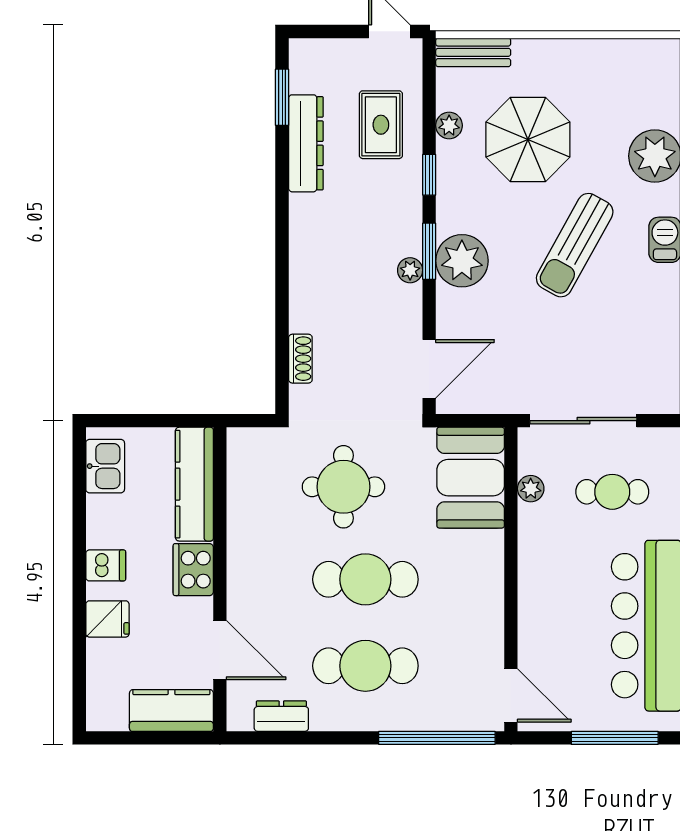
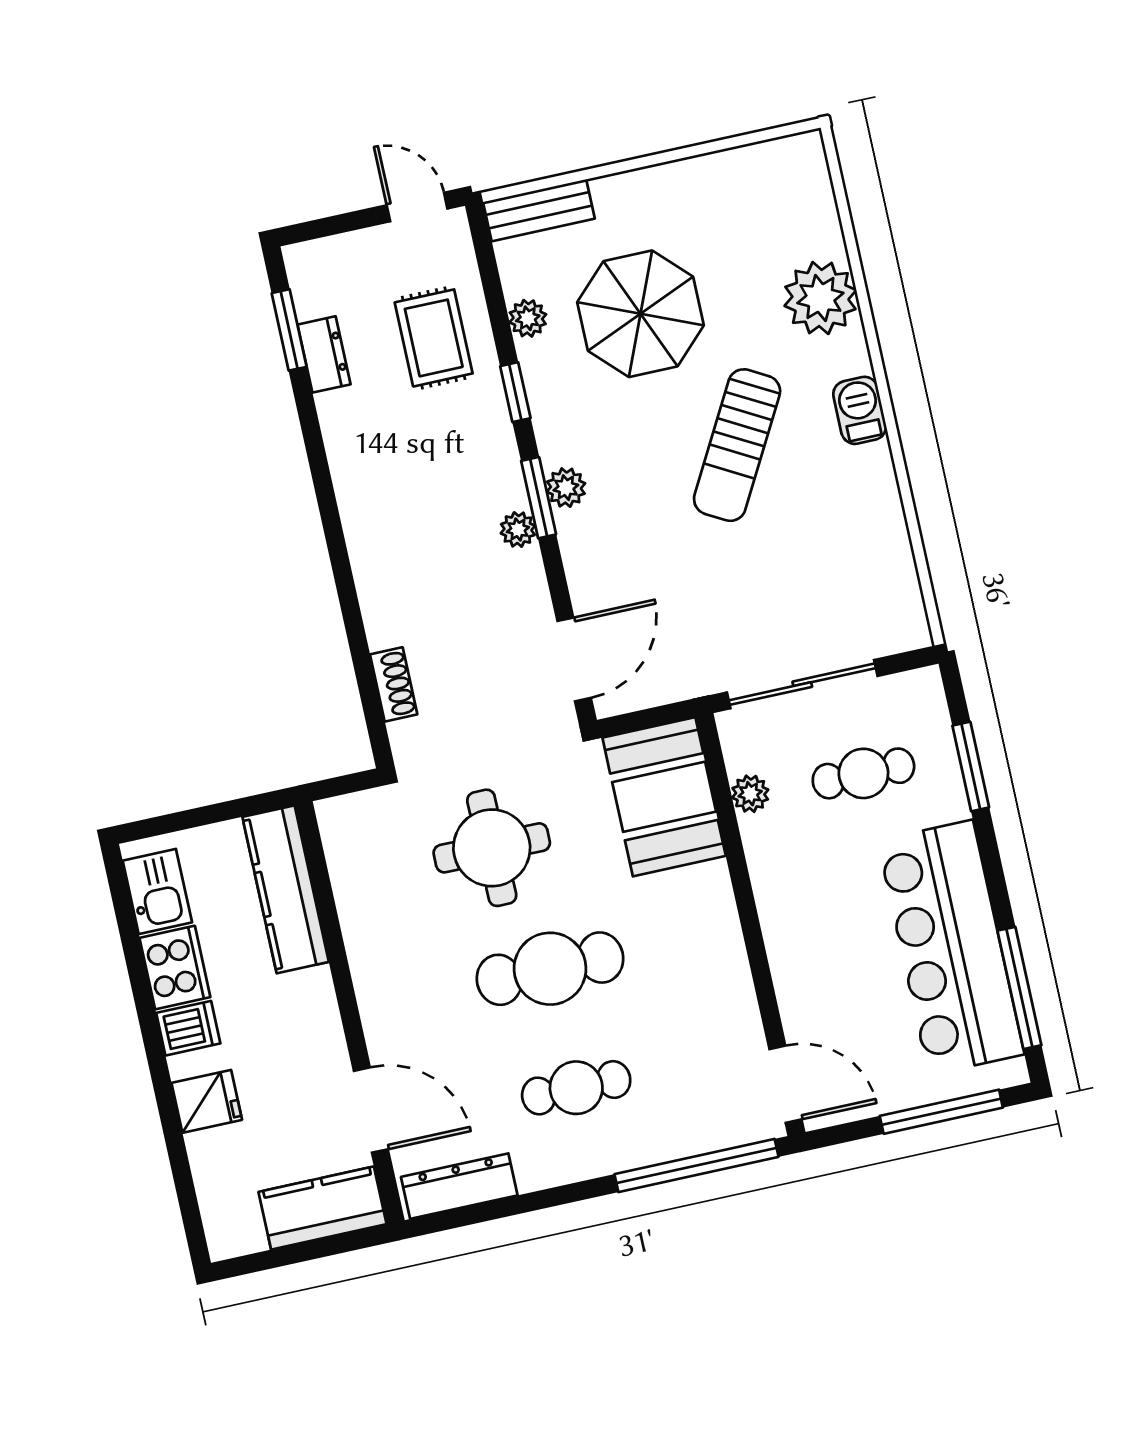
dresser: (306, 143) -> (324, 354), width x0.51, depth x0.80
plant: (462, 261) -> (566, 488), width x0.53, depth x0.53
cooker: (193, 570) -> (175, 967), moved, turned 180
cafe table: (365, 666) -> (576, 1088), width x0.73, depth x0.74
dresser: (281, 716) -> (459, 1186), width x1.44

